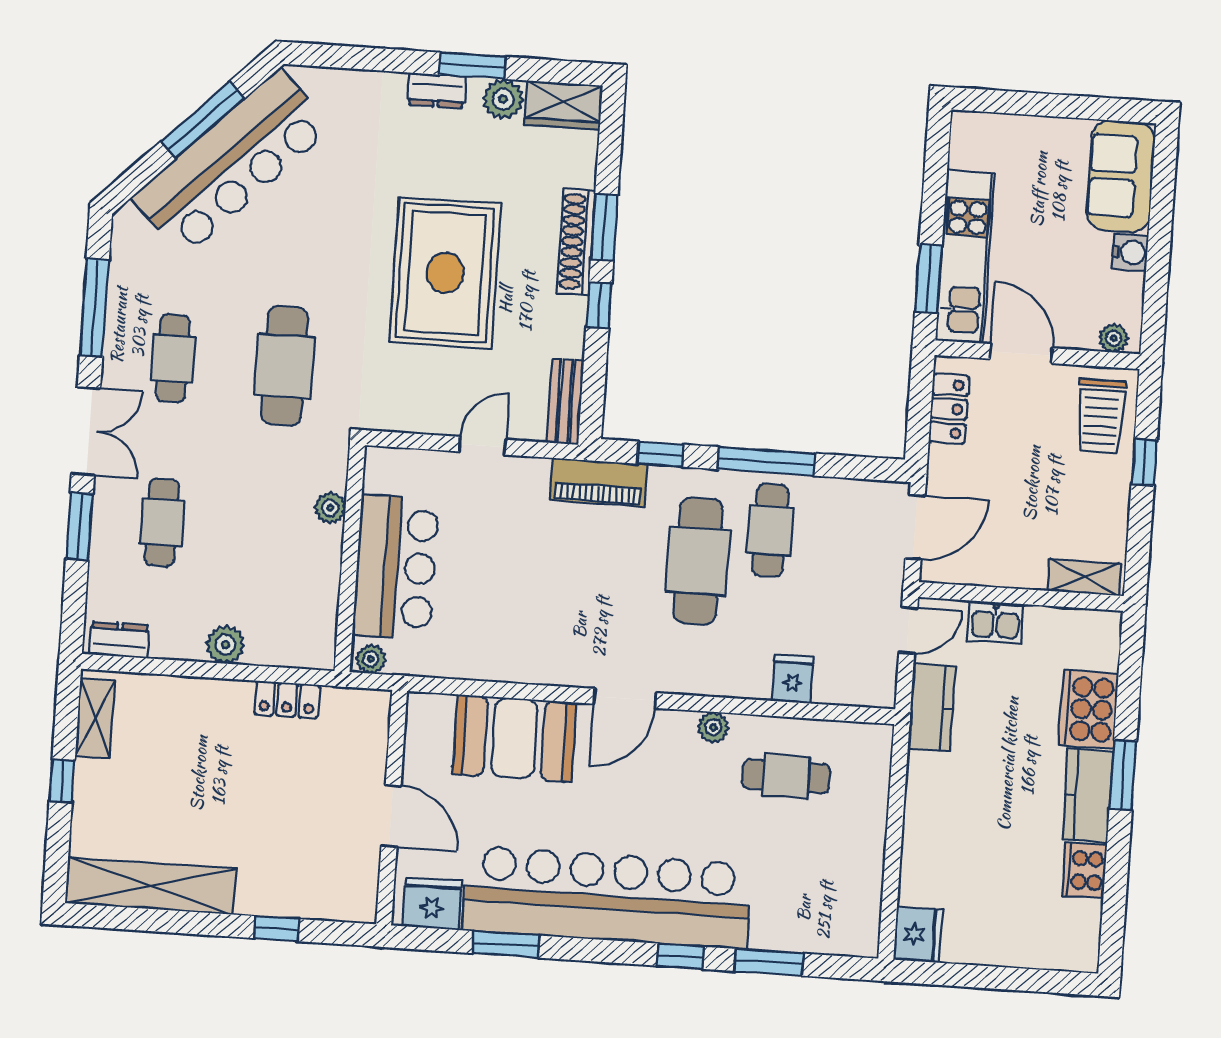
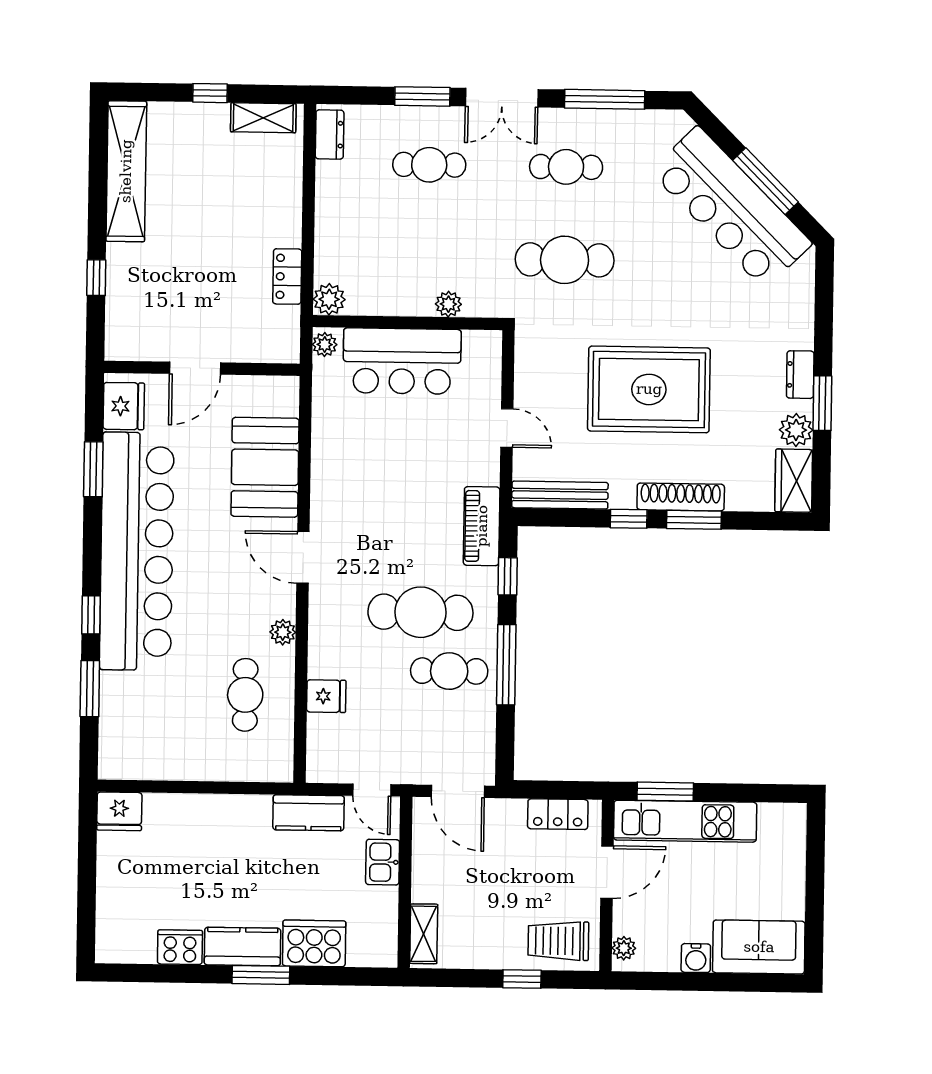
bench: (565, 402) -> (560, 495), width x1.36
plant: (225, 645) -> (329, 299), moved

